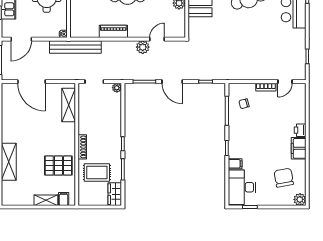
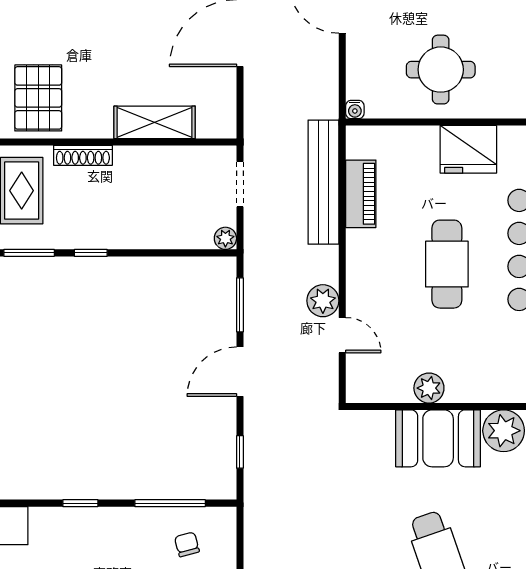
piano: (113, 31) -> (361, 194), moved
bench: (75, 47) -> (323, 182), moved
shelving: (69, 105) -> (155, 122), moved
filing cabinet: (235, 164) -> (43, 523), removed

